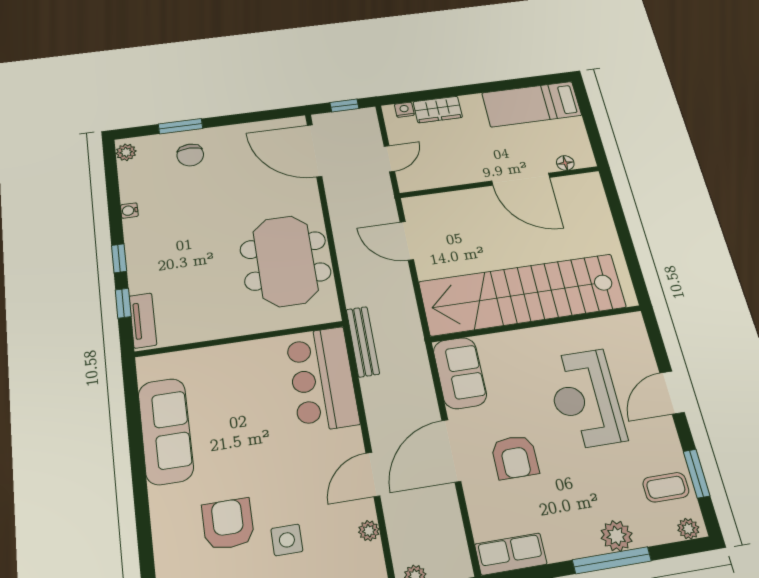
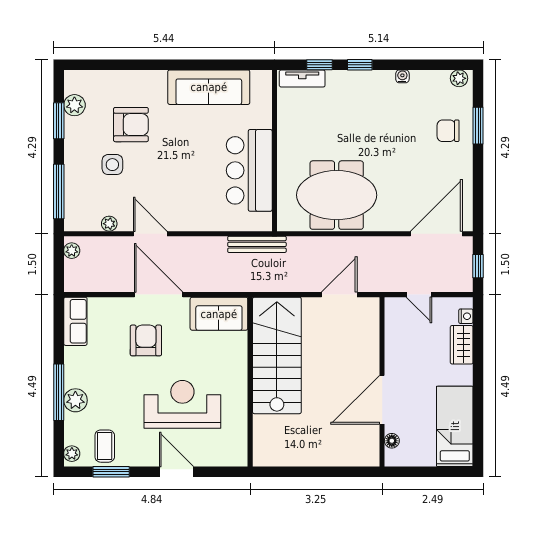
stairs: (522, 295) -> (277, 355), width x0.73
bar counter: (322, 379) -> (249, 170), moved, turned -90
armchair: (515, 457) -> (146, 340), turned 90

